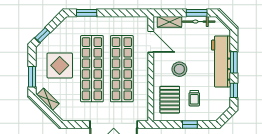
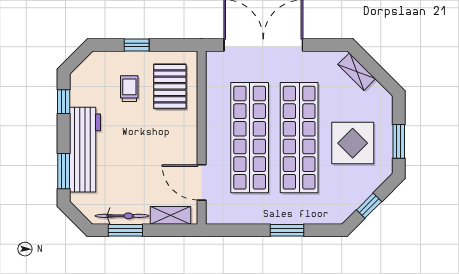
window: (87, 13) -> (287, 230), moved
window: (43, 35) -> (369, 206), moved
window: (234, 62) -> (64, 171), moved
stool: (179, 69) -> (154, 137), removed
window: (32, 77) -> (399, 141), moved
shelving: (48, 99) -> (357, 72), moved

